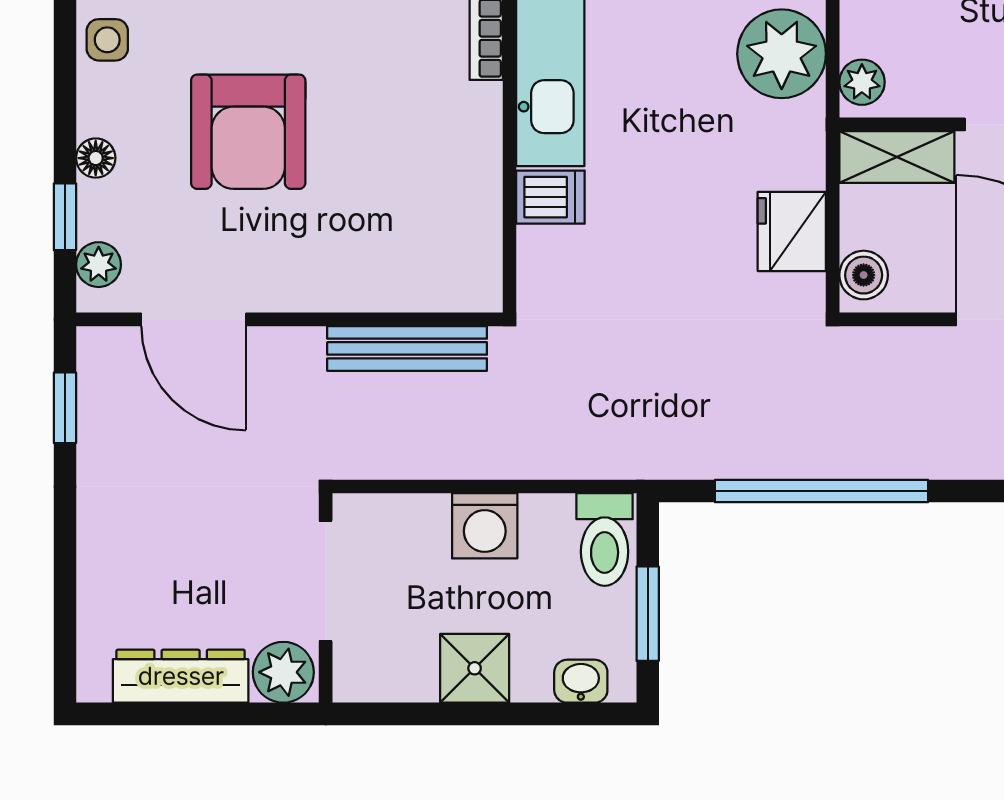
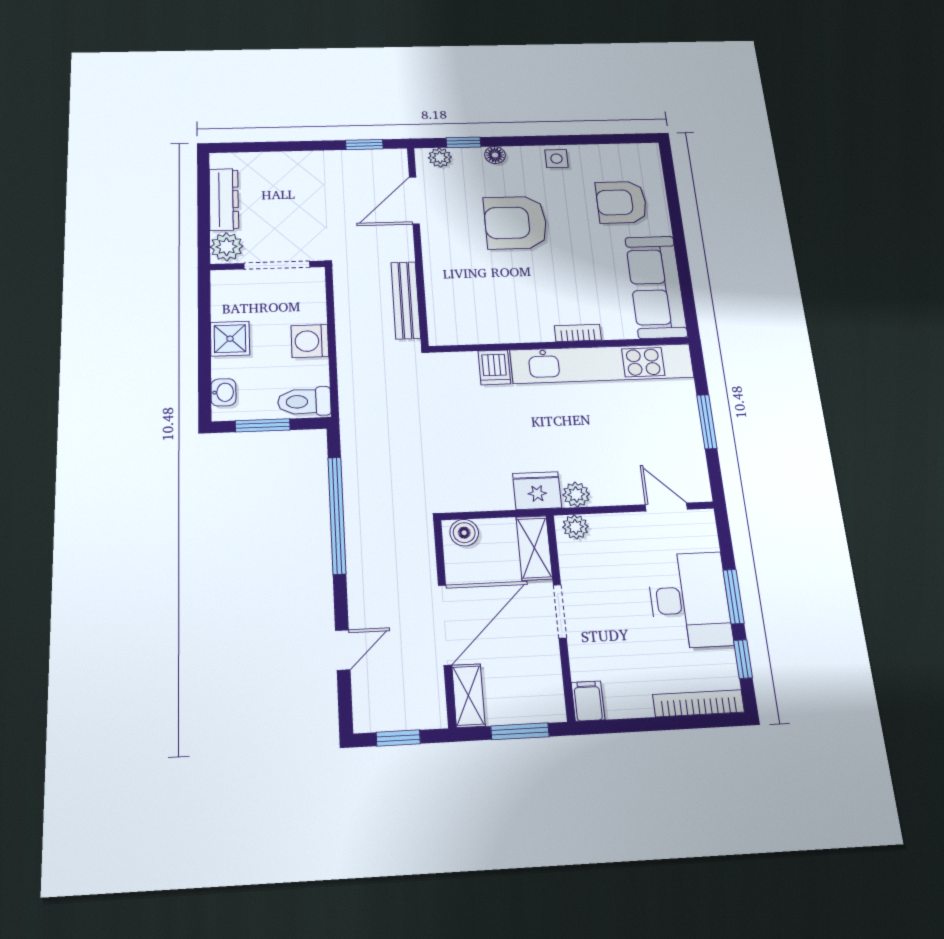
plant: (782, 54) -> (576, 495), width x0.53, depth x0.53
fridge: (792, 231) -> (537, 491), moved

